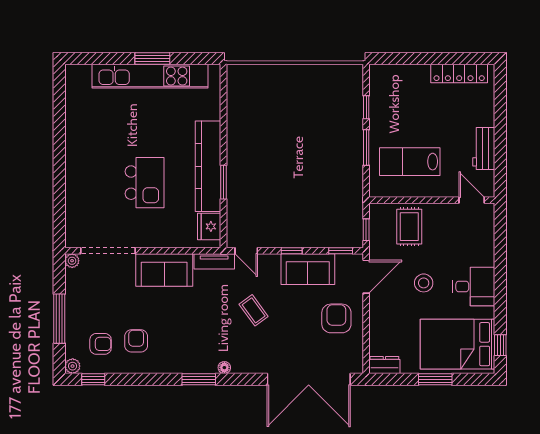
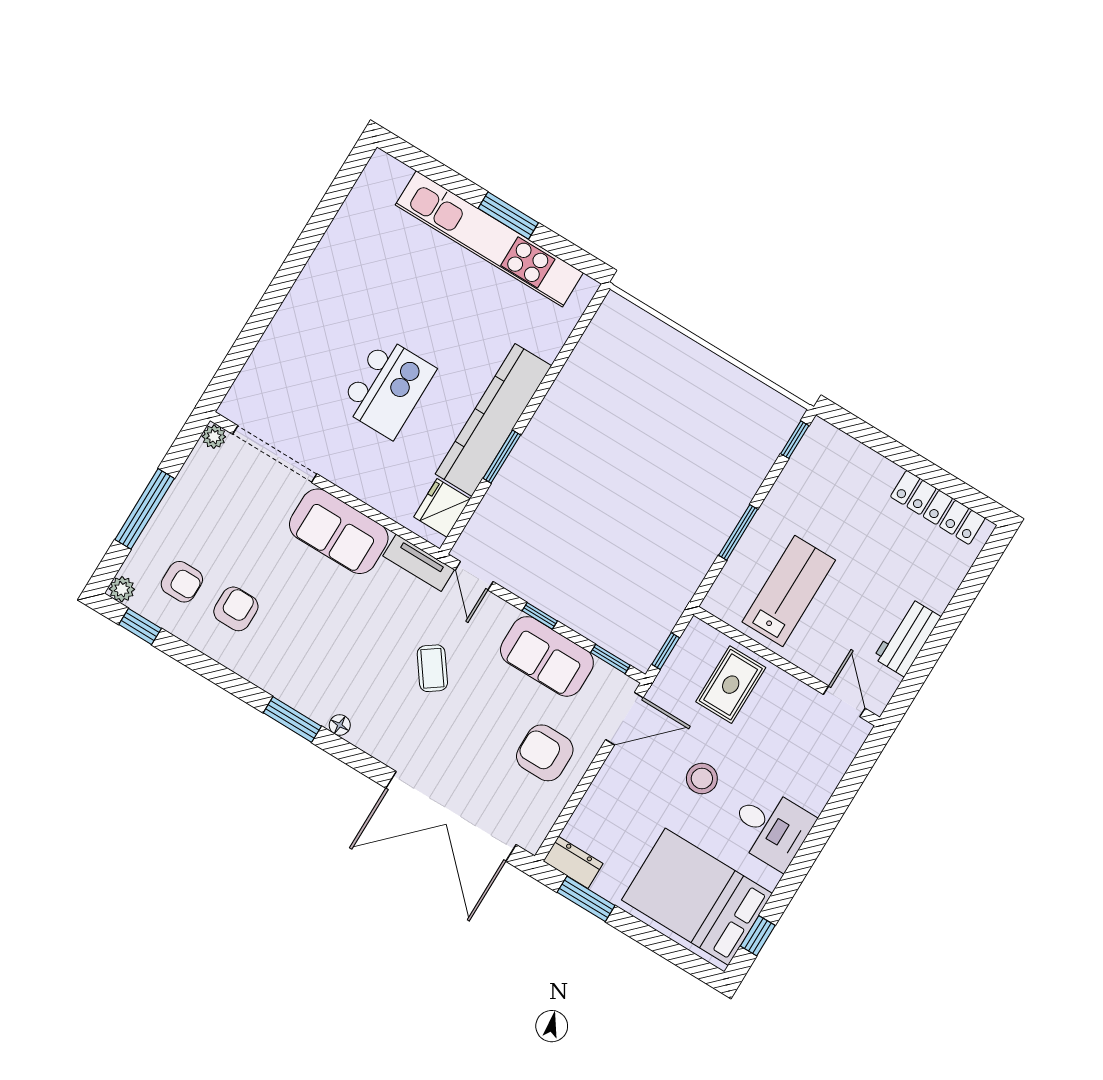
window: (366, 107) -> (795, 440), moved
lab bench: (410, 162) -> (789, 591), turned 90
armchair: (336, 318) -> (545, 753), turned -90
window: (435, 379) -> (586, 899), moved

